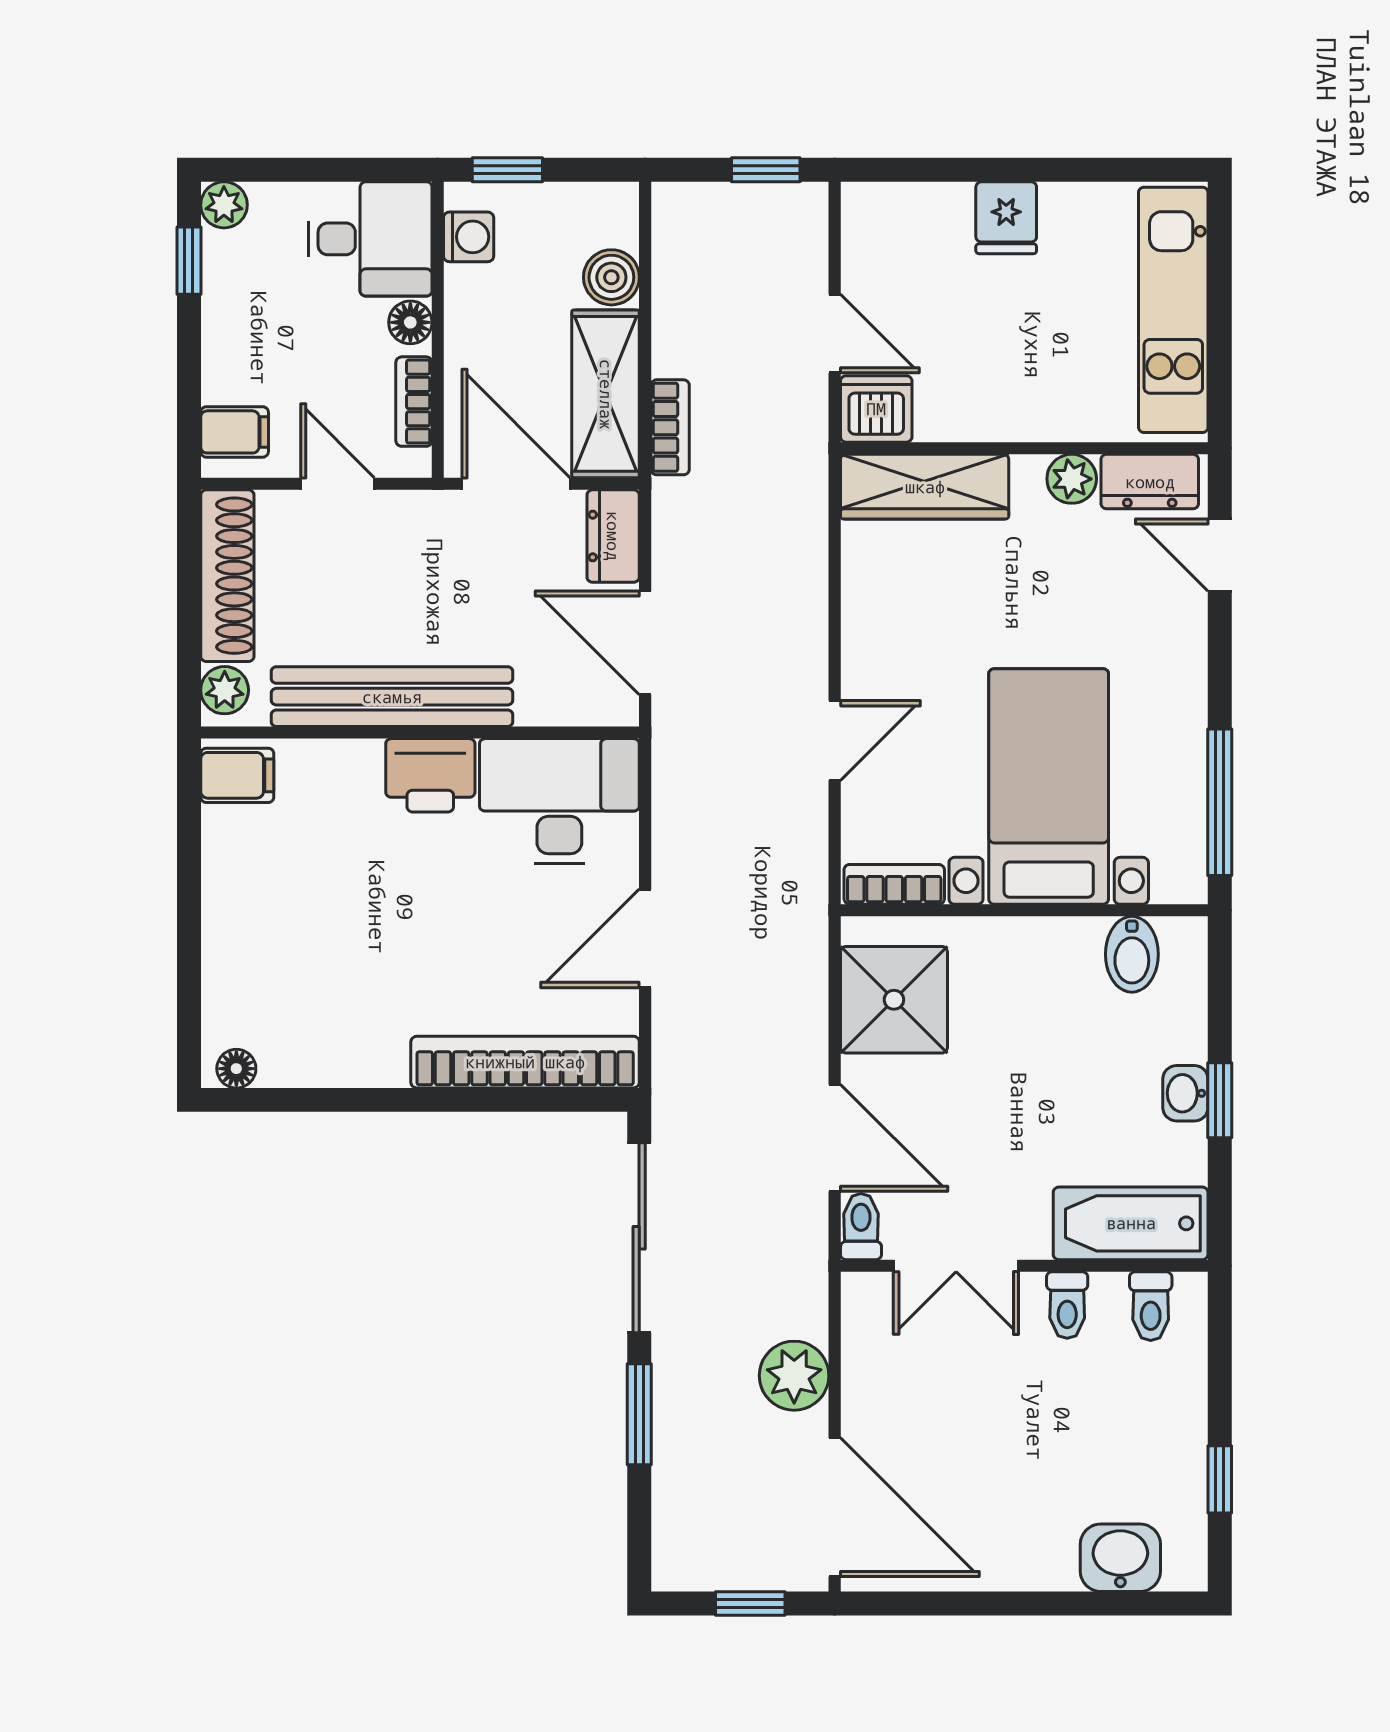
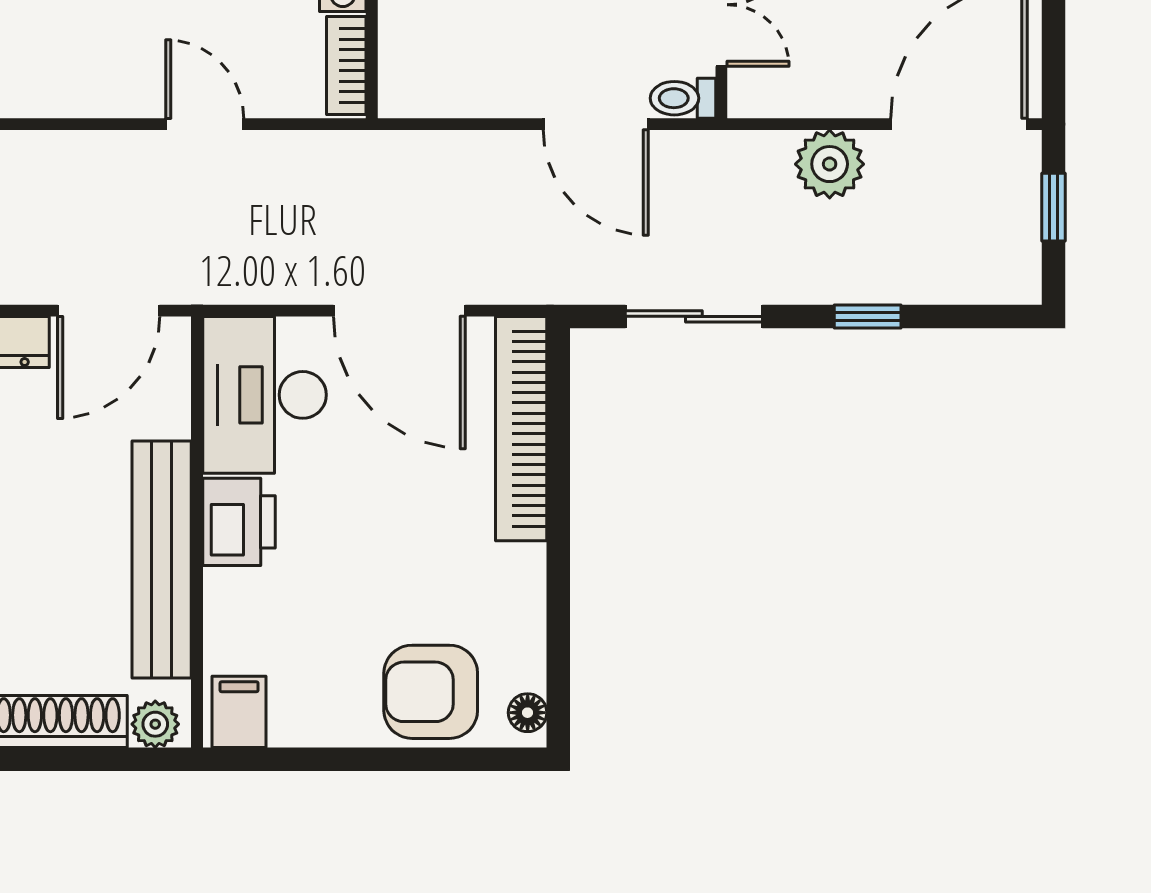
door: (645, 938) -> (399, 311), width x1.36
armchair: (258, 970) -> (431, 692), added
shower: (894, 1000) -> (460, 66), removed
door: (835, 1138) -> (596, 124), swing flipped
sliding door: (639, 1238) -> (694, 316), width x0.73
window: (639, 1414) -> (868, 316), width x0.67

